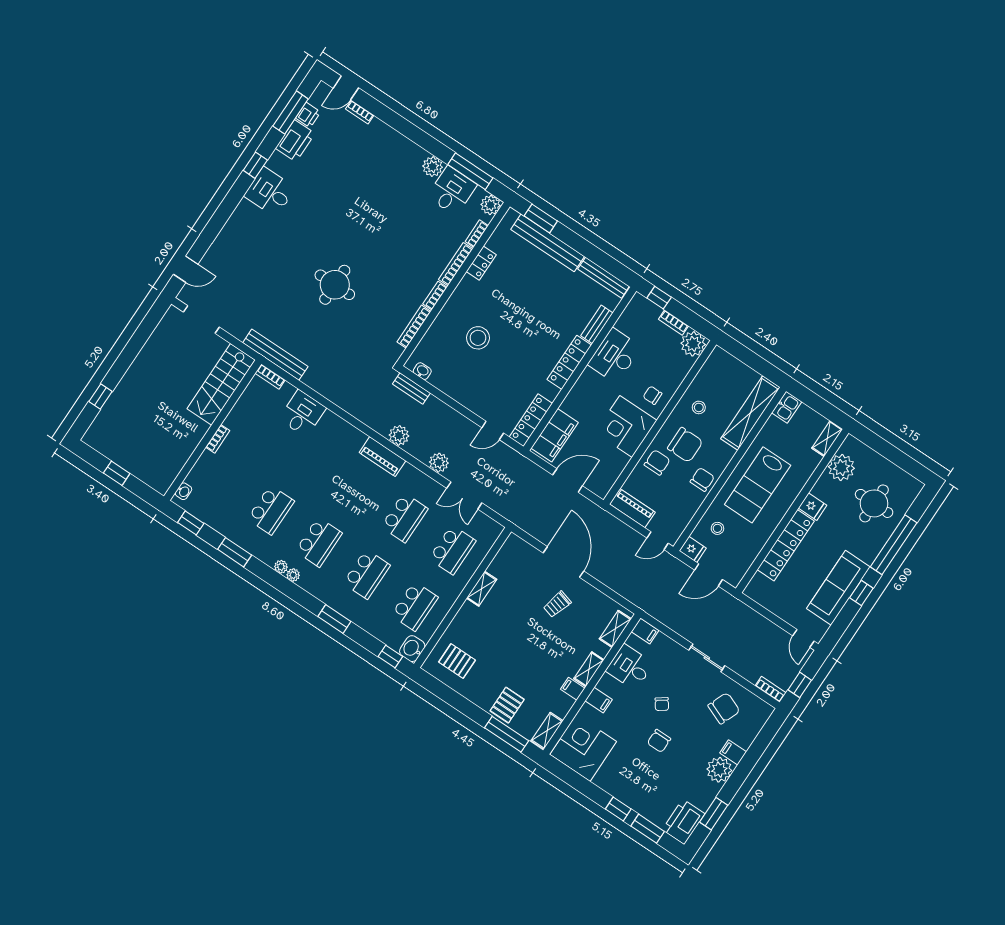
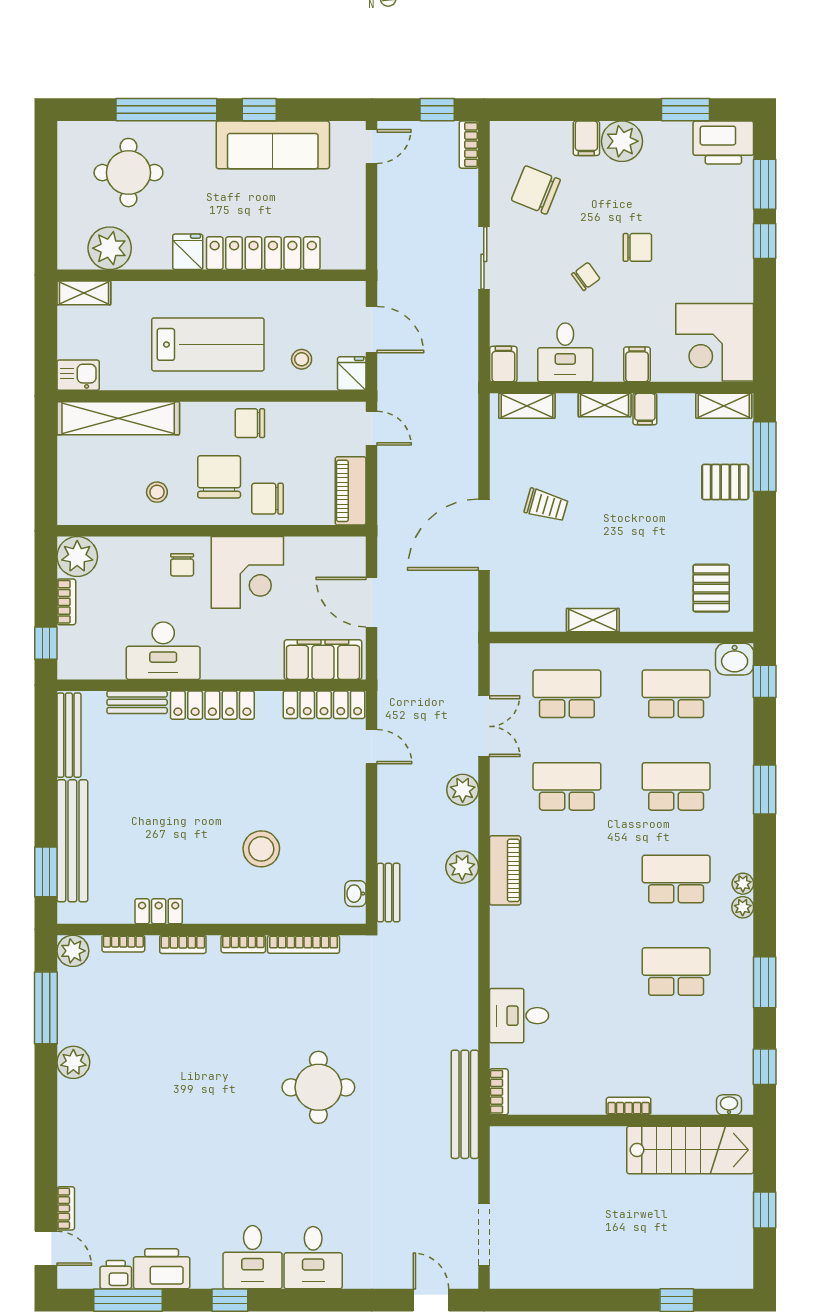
desk: (452, 191) -> (313, 1258), moved, turned -90
bookcase: (456, 264) -> (183, 944), width x0.64
stairs: (221, 384) -> (690, 1150), moved

